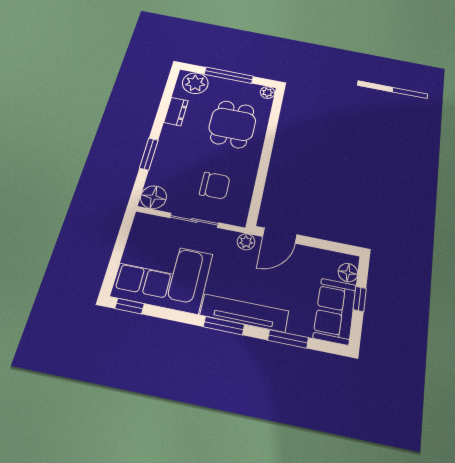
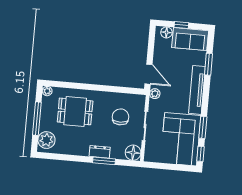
dresser: (176, 112) -> (100, 152), moved
window: (224, 326) -> (203, 127), moved

